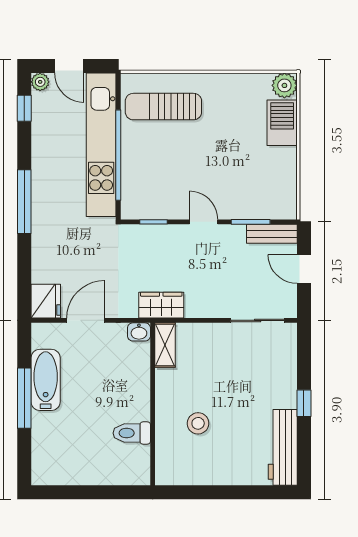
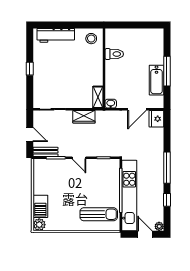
window: (24, 108) -> (167, 200), moved
wardrobe: (161, 305) -> (84, 117), moved
stool: (198, 423) -> (91, 39), moved
workbench: (283, 447) -> (56, 35), moved, turned 90

